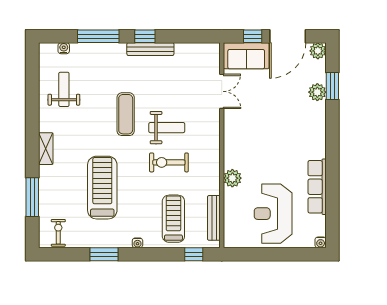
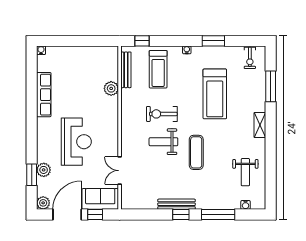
exercise bike: (169, 162) -> (162, 114), turned 180
plant: (232, 178) -> (111, 88), moved
reception desk: (273, 214) -> (76, 142), moved

